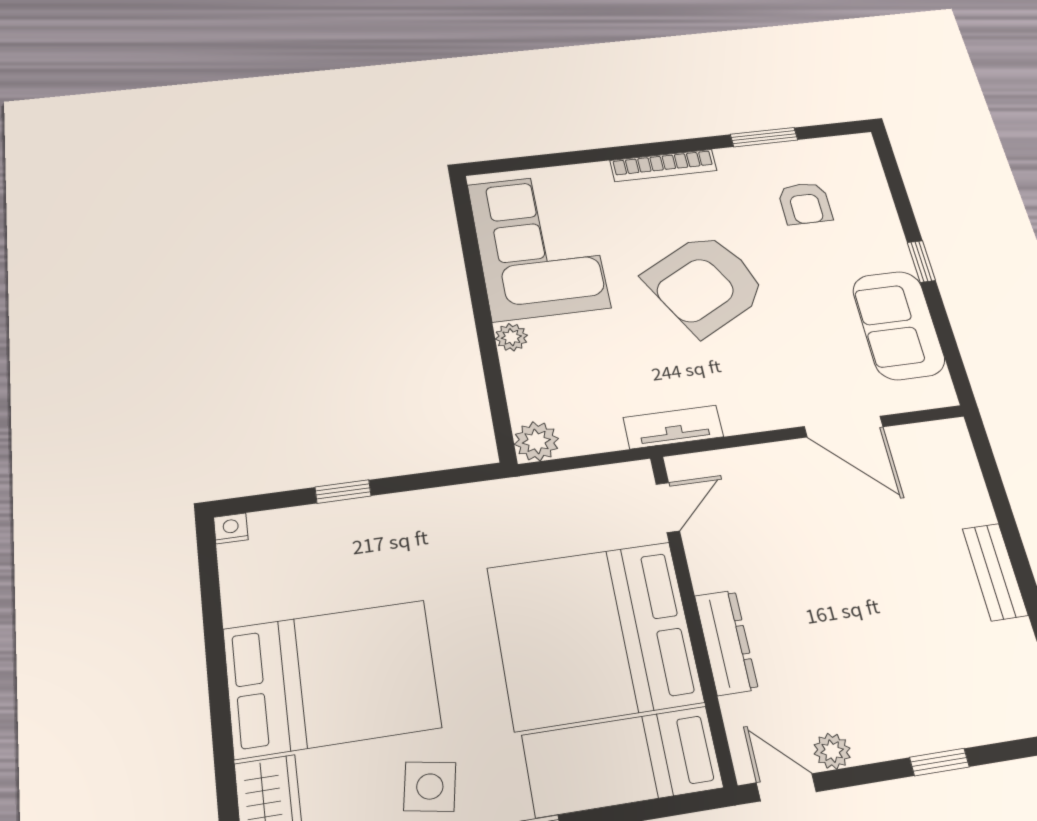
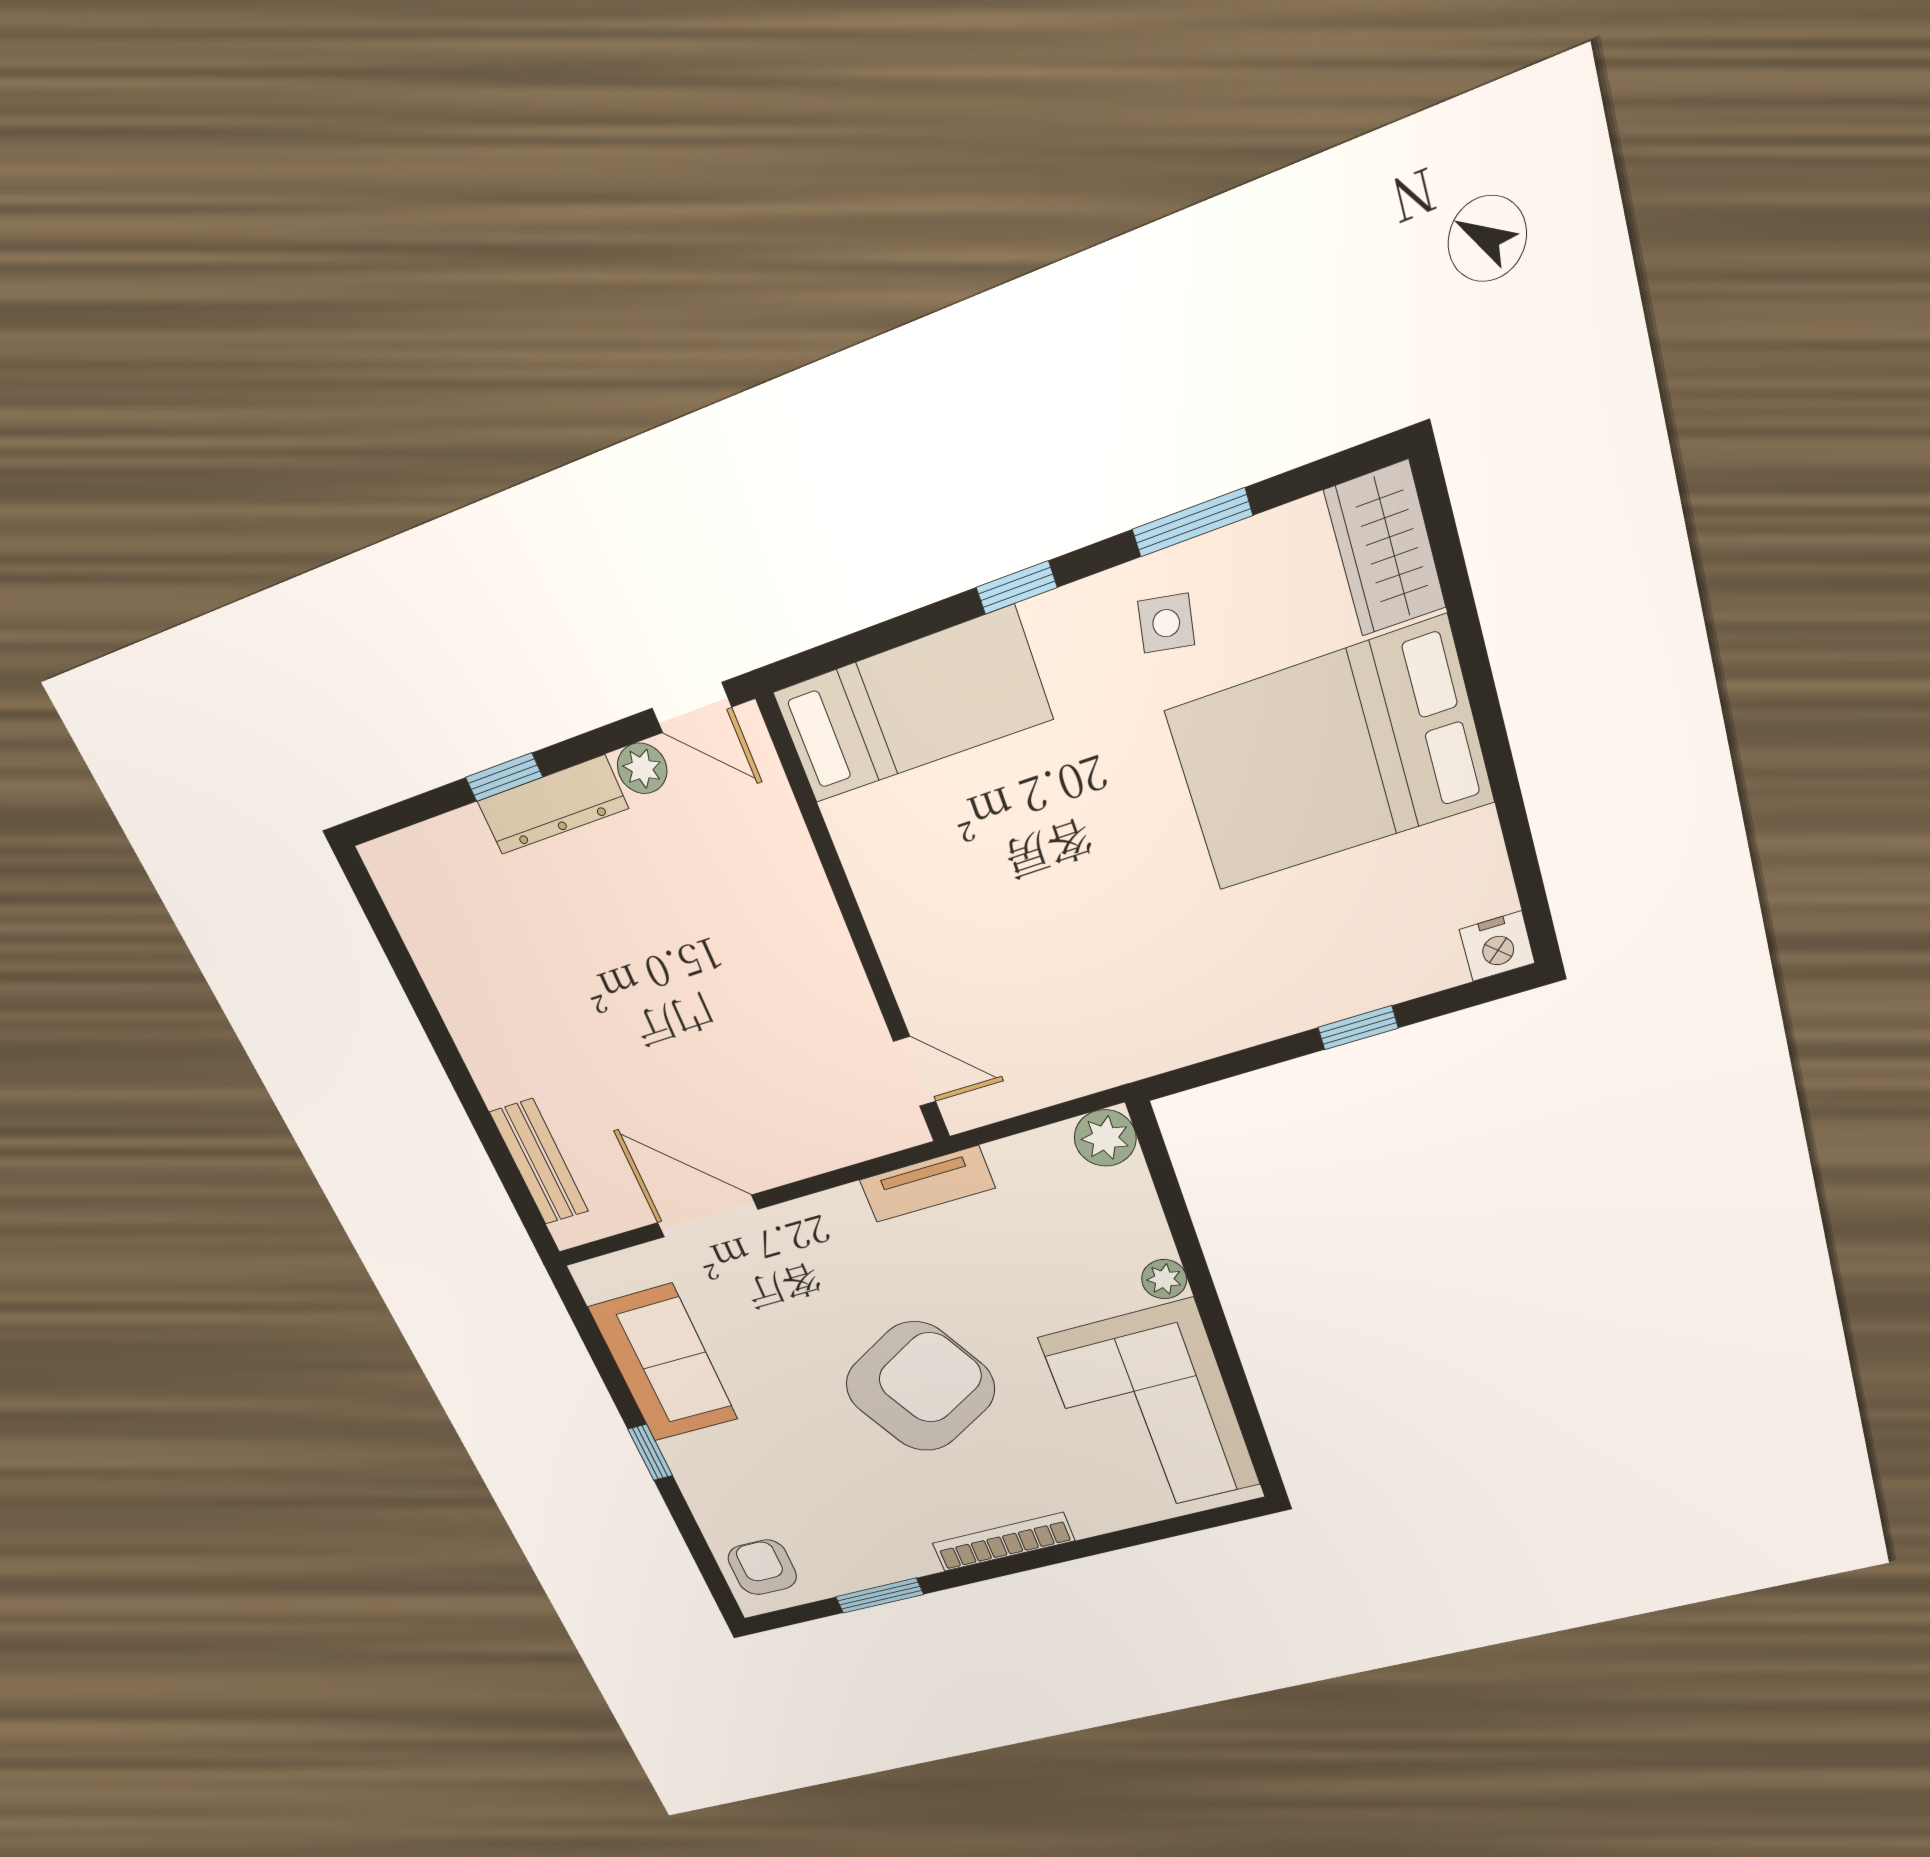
armchair: (805, 203) -> (762, 1567), moved
door: (668, 507) -> (915, 1072), swing flipped
nightstand: (231, 528) -> (1497, 946), width x1.39, depth x1.35
bench: (995, 572) -> (539, 1162), moved
bed: (594, 634) -> (981, 879), removed
dresser: (726, 642) -> (553, 805), moved, turned -90
side table: (430, 787) -> (1166, 623), width x0.73, depth x0.73

